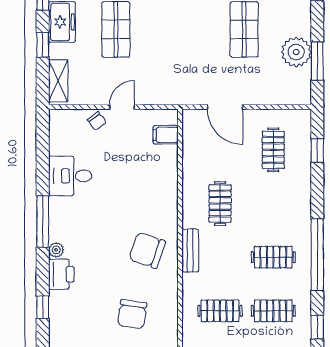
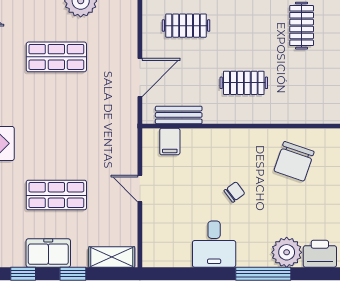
chair: (97, 121) -> (234, 192), moved
plant: (56, 250) -> (287, 252), width x1.88, depth x1.88
bench: (190, 250) -> (179, 115), moved

